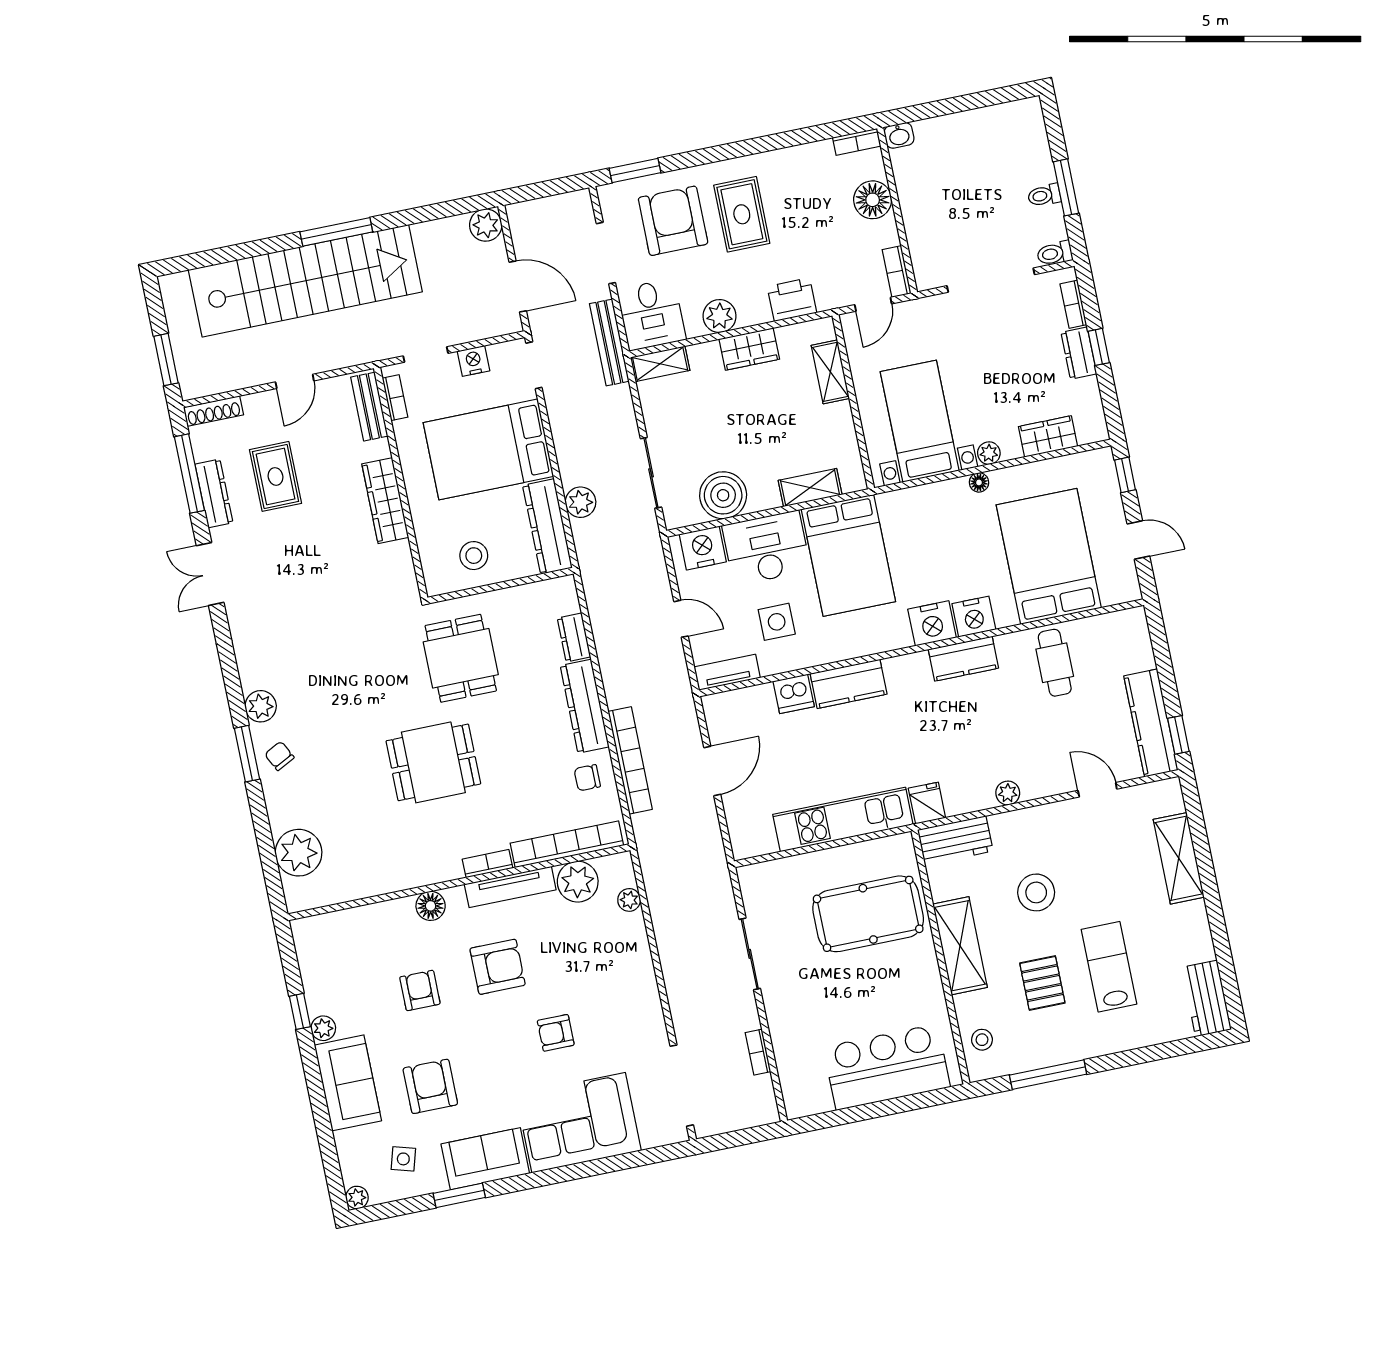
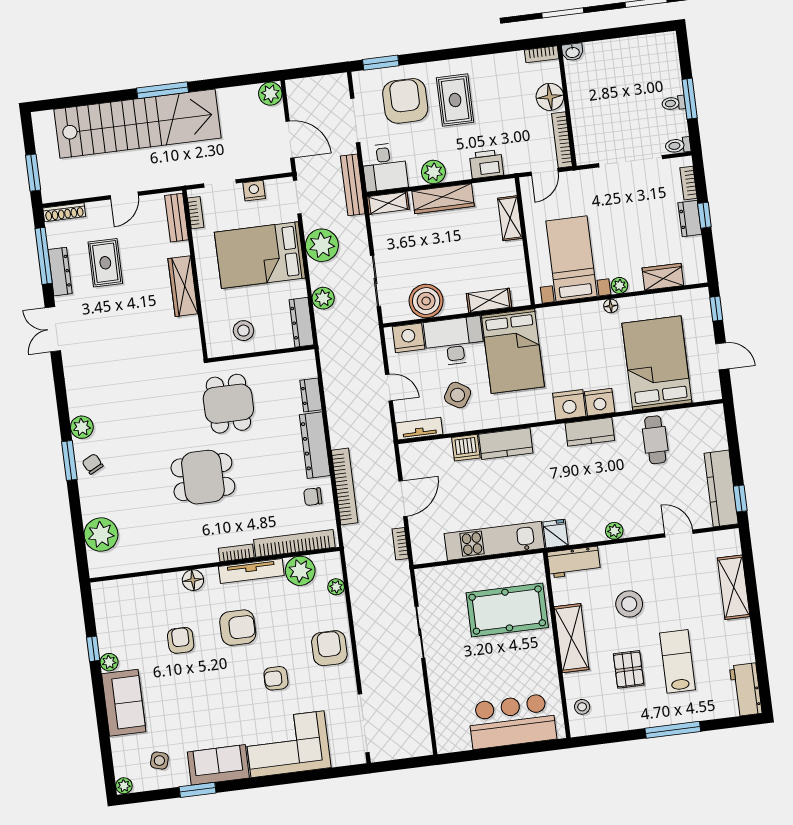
bookcase: (897, 272) -> (562, 140), width x1.56
wardrobe: (749, 349) -> (443, 199), width x1.50
plant: (573, 429) -> (322, 245), added
dresser: (547, 527) -> (301, 322), width x0.73, depth x0.80
side table: (777, 622) -> (458, 395), turned 32
bookcase: (758, 1052) -> (400, 544), moved
window: (1048, 1075) -> (673, 730), moved
armchair: (430, 1086) -> (329, 648), moved

